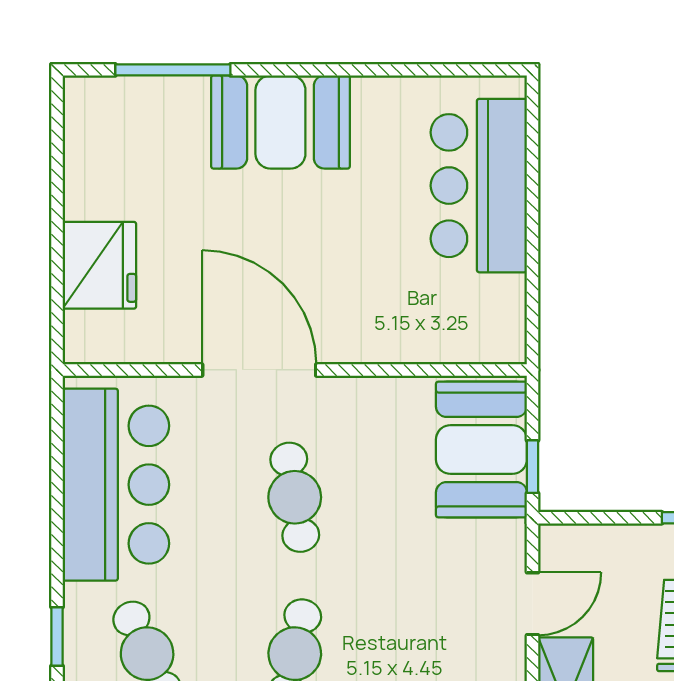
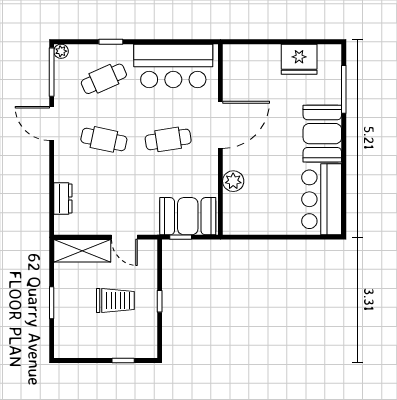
bar counter: (479, 186) -> (322, 199), moved, turned -90
fridge: (99, 265) -> (299, 59), moved
plant: (396, 339) -> (233, 181), added

